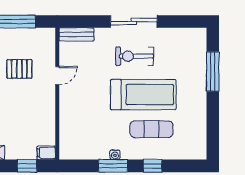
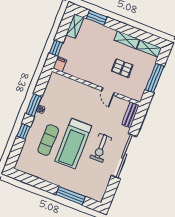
sliding door: (134, 21) -> (124, 156), width x1.36
exercise bike: (135, 56) -> (101, 148), turned 180
pallet: (19, 69) -> (122, 68), turned 90

